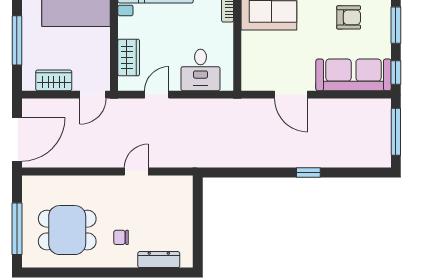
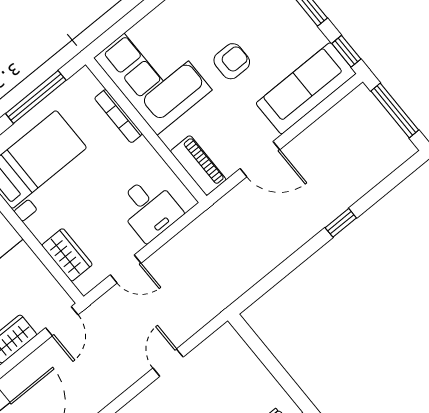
armchair: (349, 17) -> (232, 61), moved
piano: (251, 68) -> (198, 165), added
door: (157, 95) -> (126, 269), swing flipped

